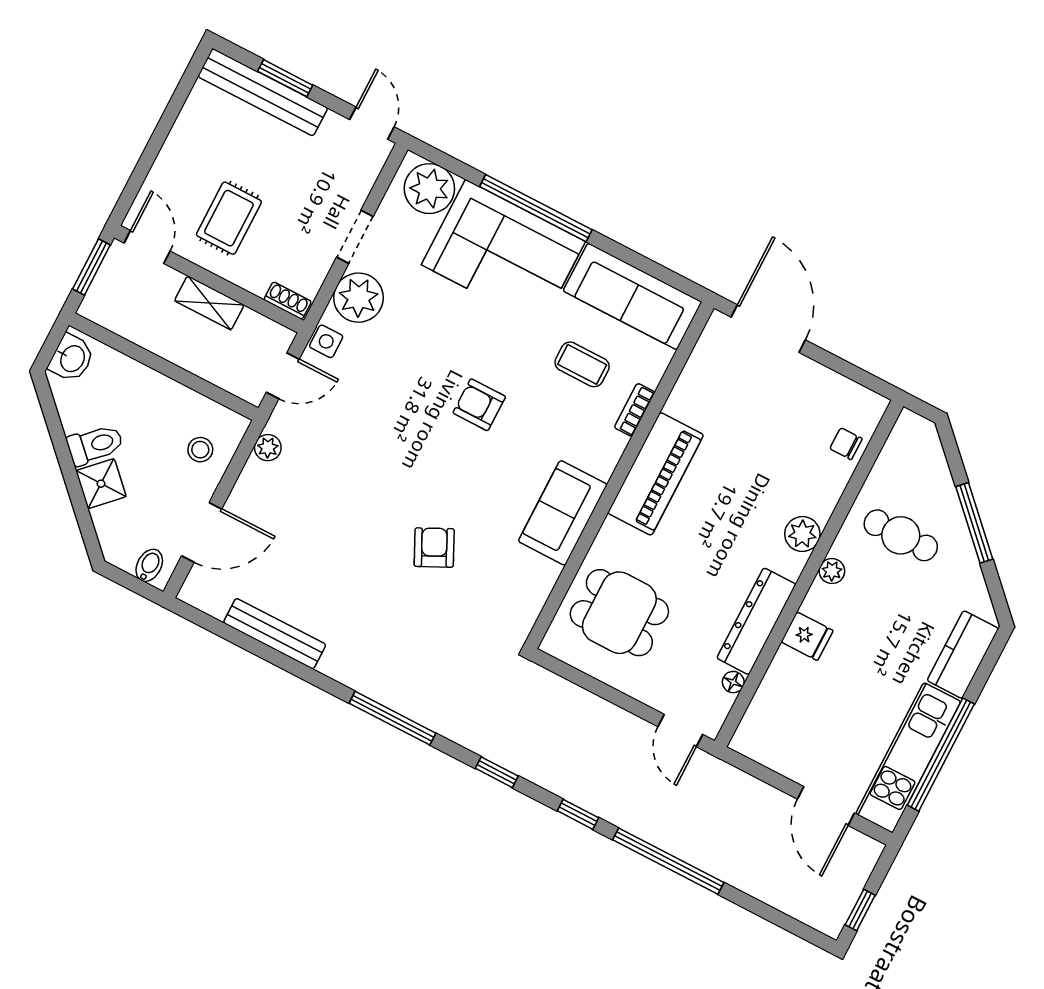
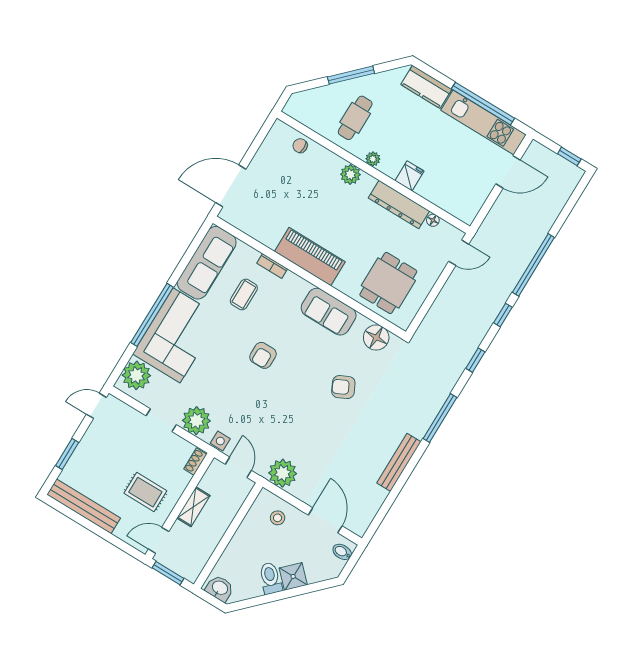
bench: (263, 92) -> (84, 506), moved, turned 90
chair: (846, 444) -> (300, 146), turned 90
plant: (268, 448) -> (283, 473), width x1.88, depth x1.88
floor lamp: (524, 598) -> (376, 338), added
bench: (275, 634) -> (399, 462), moved

